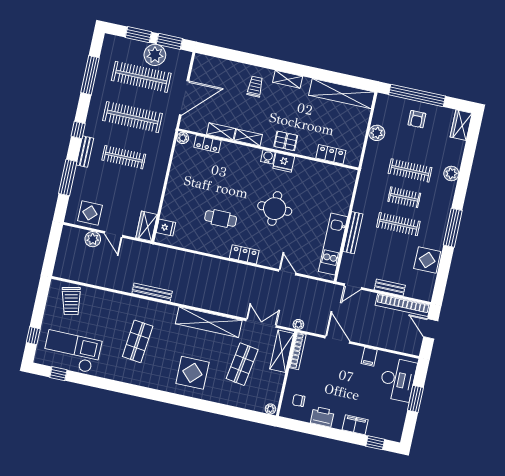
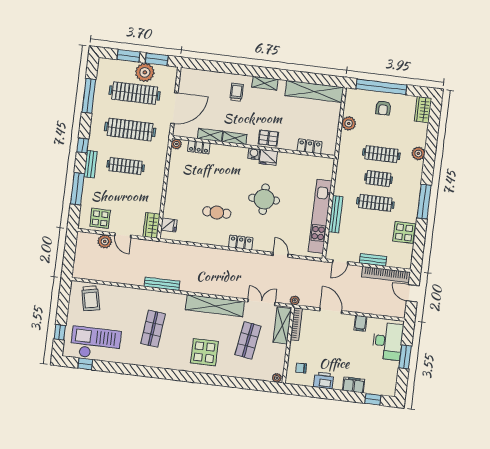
kitchen unit: (333, 244) -> (320, 216), width x1.36

